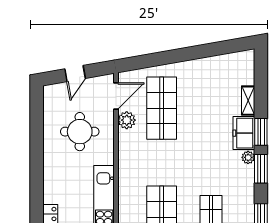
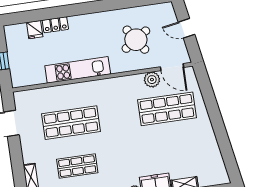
round table: (80, 132) -> (136, 40), turned -34

